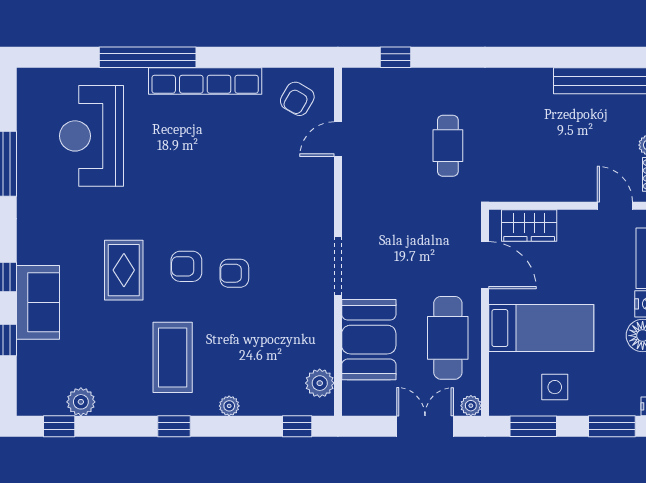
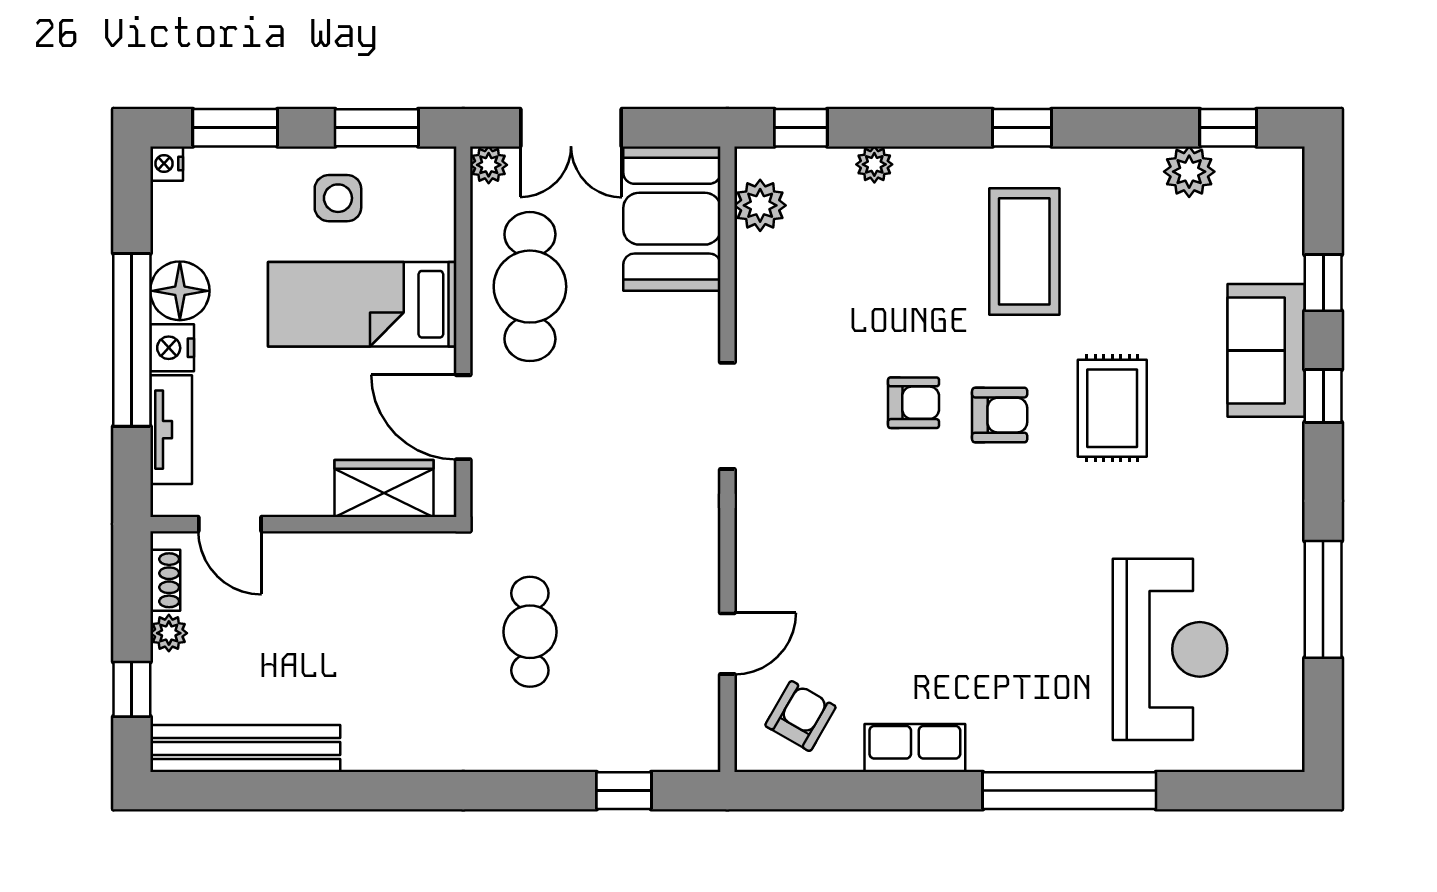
row of seats: (205, 81) -> (915, 748), width x0.50
booth: (369, 340) -> (672, 219), moved
plant: (229, 406) -> (874, 164), moved

